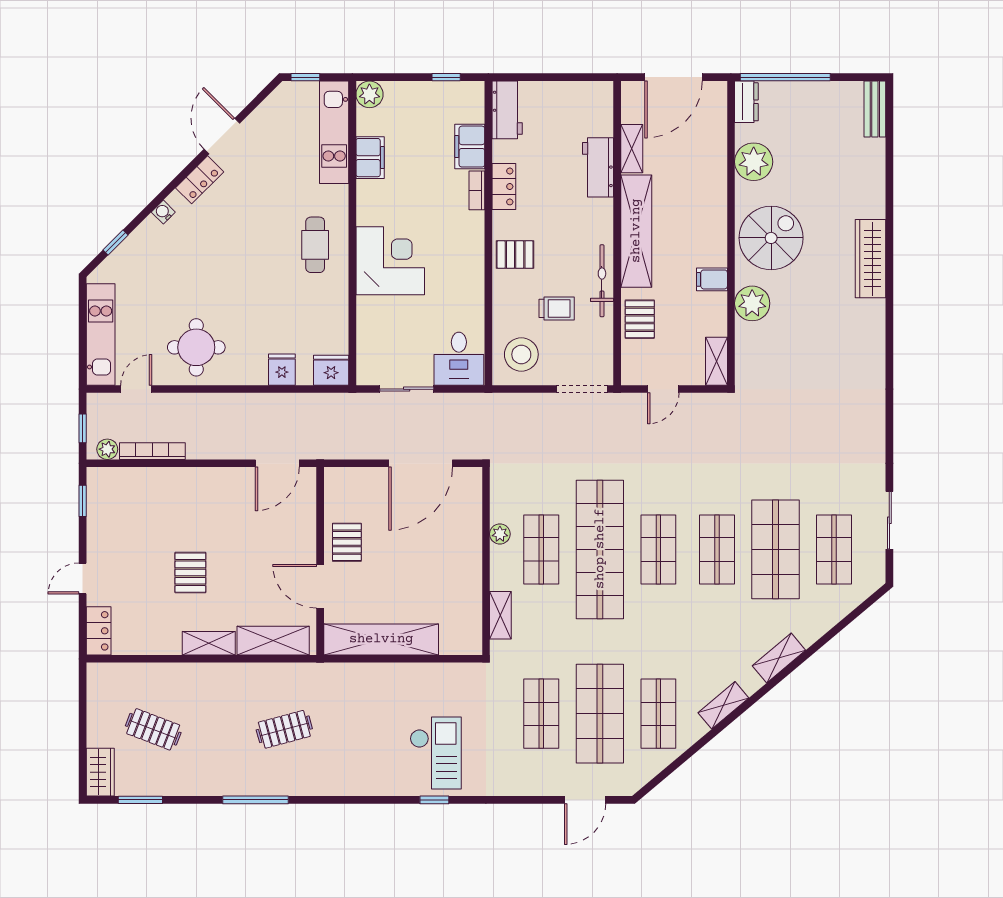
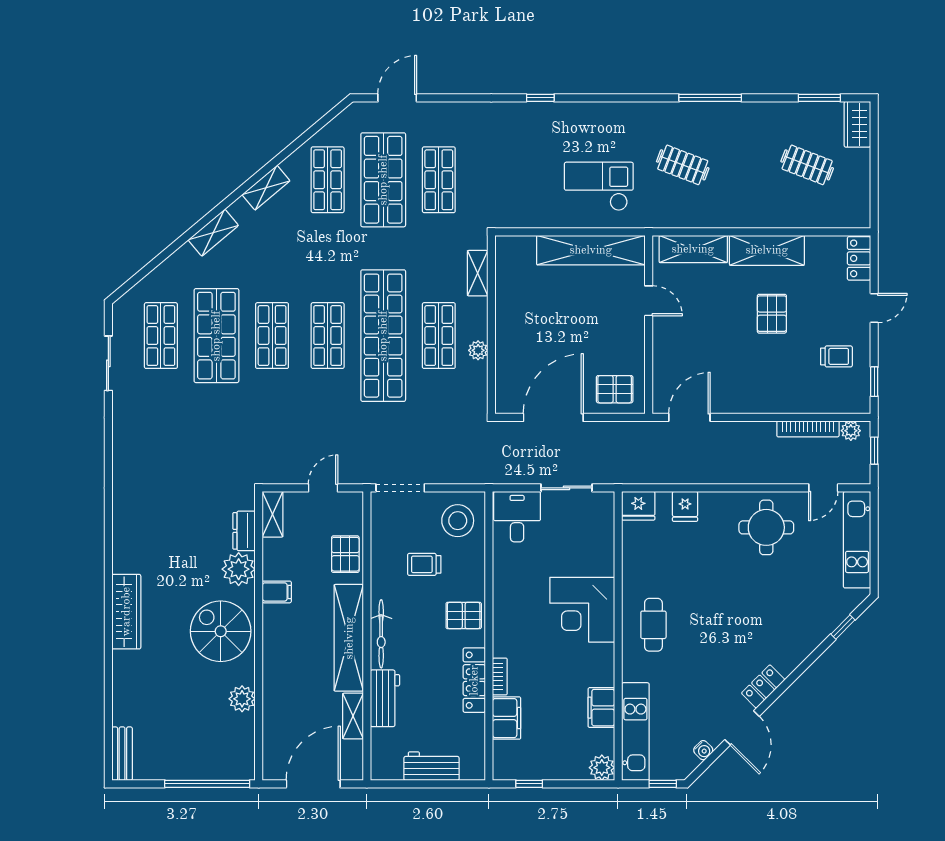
dresser: (746, 102) -> (244, 531), moved
workbench: (507, 110) -> (431, 766), moved, turned 90
plant: (754, 162) -> (242, 699), width x0.73, depth x0.73
locker: (504, 186) -> (474, 680), width x1.53
water cooler: (163, 212) -> (703, 750), moved
spiral stairs: (771, 238) -> (221, 631), turned 90
bicycle: (602, 281) -> (381, 634), moved
trolley: (122, 528) -> (836, 356), added
pallet: (347, 542) -> (615, 389), moved, turned 90
door: (320, 586) -> (649, 301), width x0.73
shelving: (209, 643) -> (767, 250), width x1.50, depth x1.33
clothes rail: (284, 729) -> (683, 165), turned 36
checkout: (436, 753) -> (599, 186), moved, turned 90

